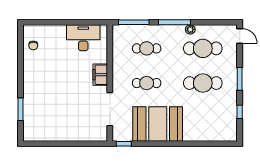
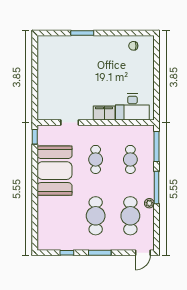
desk: (83, 38) -> (132, 107), moved, turned 90
window: (20, 109) -> (82, 33), moved
doorway: (110, 109) -> (70, 123), width x0.53

